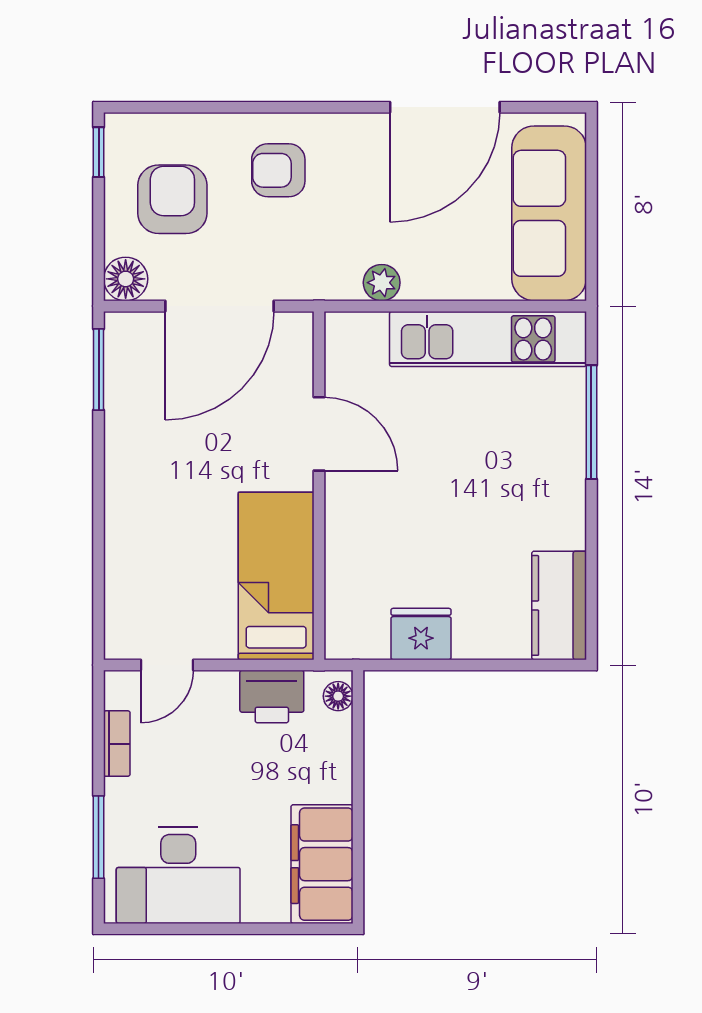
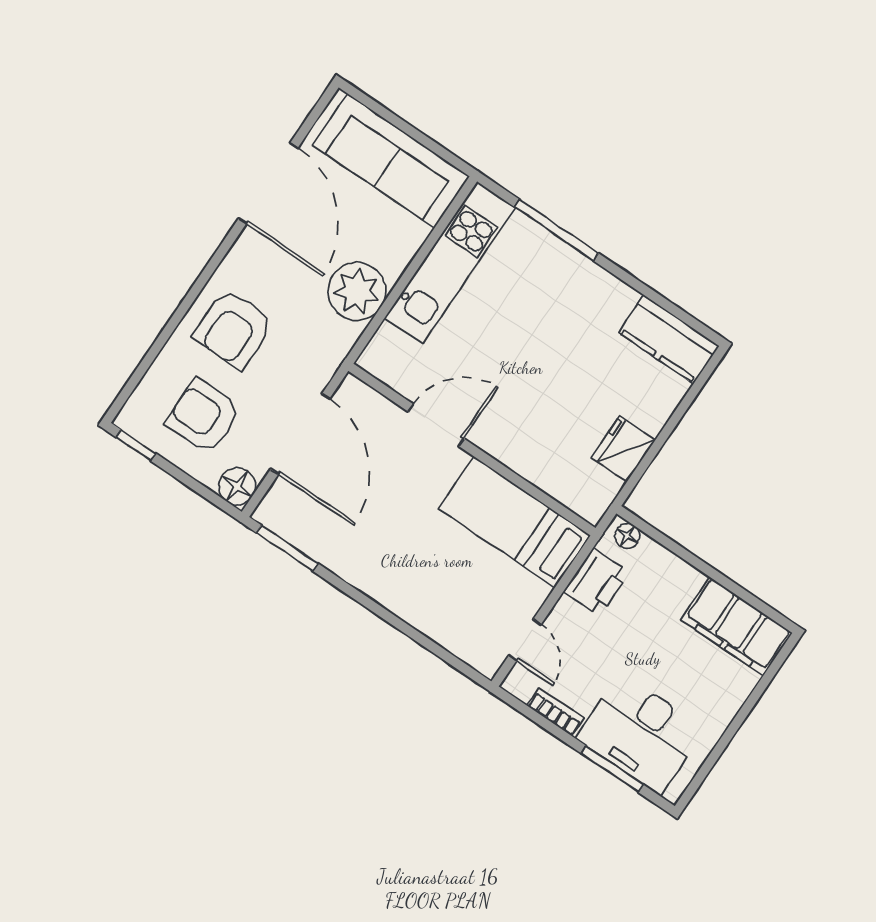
armchair: (278, 170) -> (233, 329), width x1.38, depth x1.38
plant: (382, 283) -> (357, 291), width x1.87, depth x1.87
desk: (178, 875) -> (641, 734), moved, turned 90

